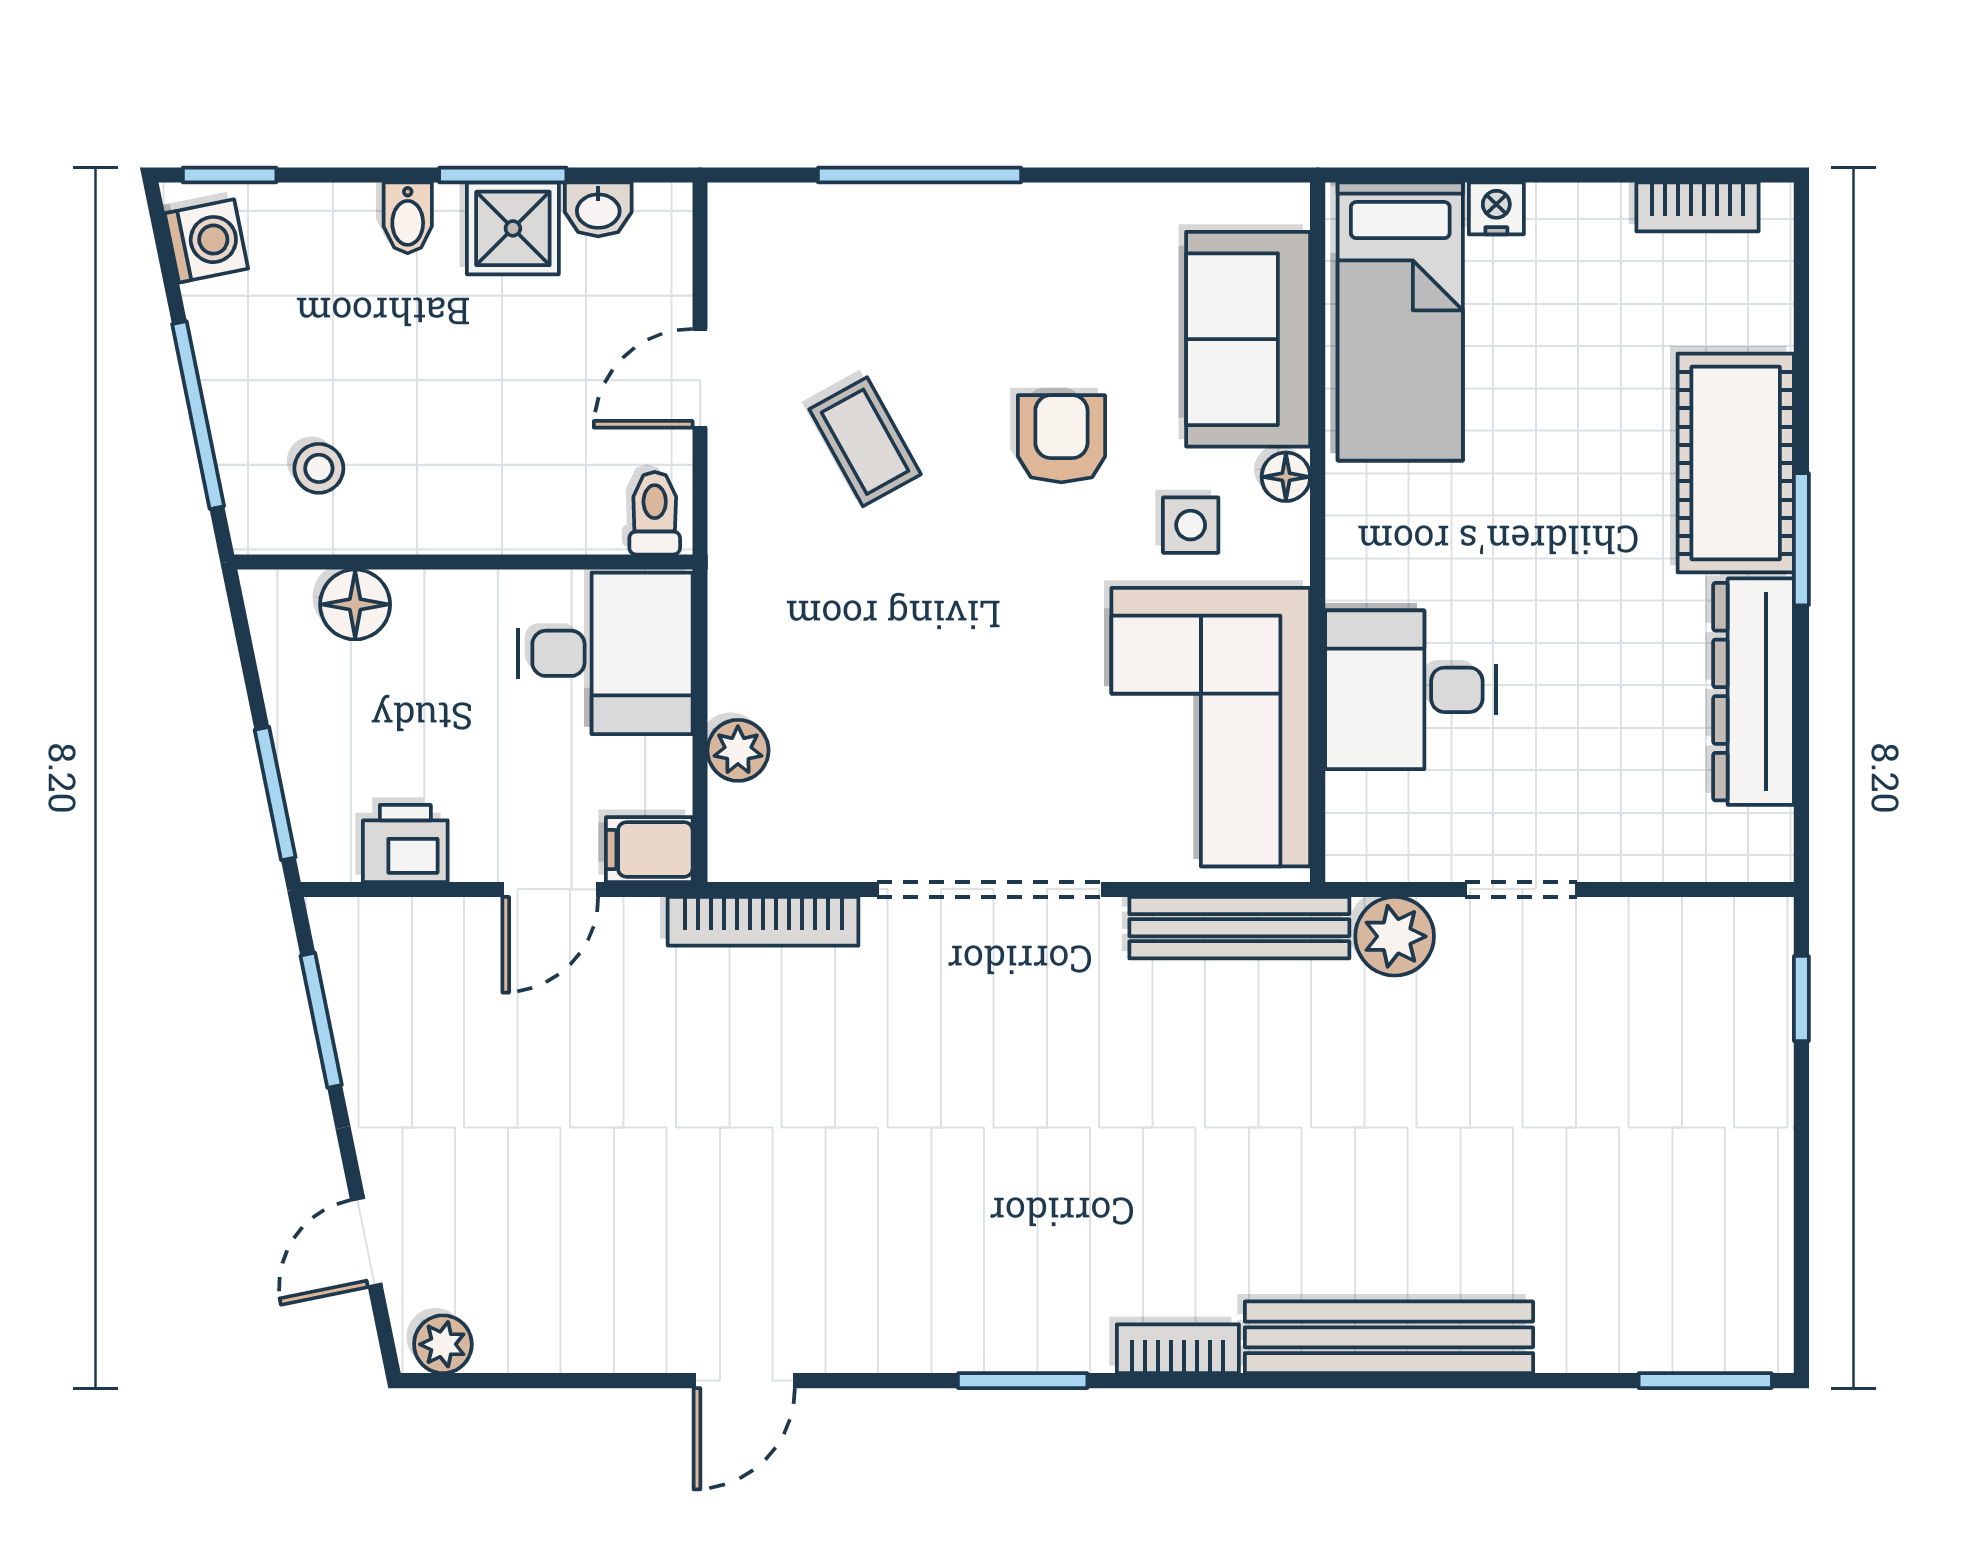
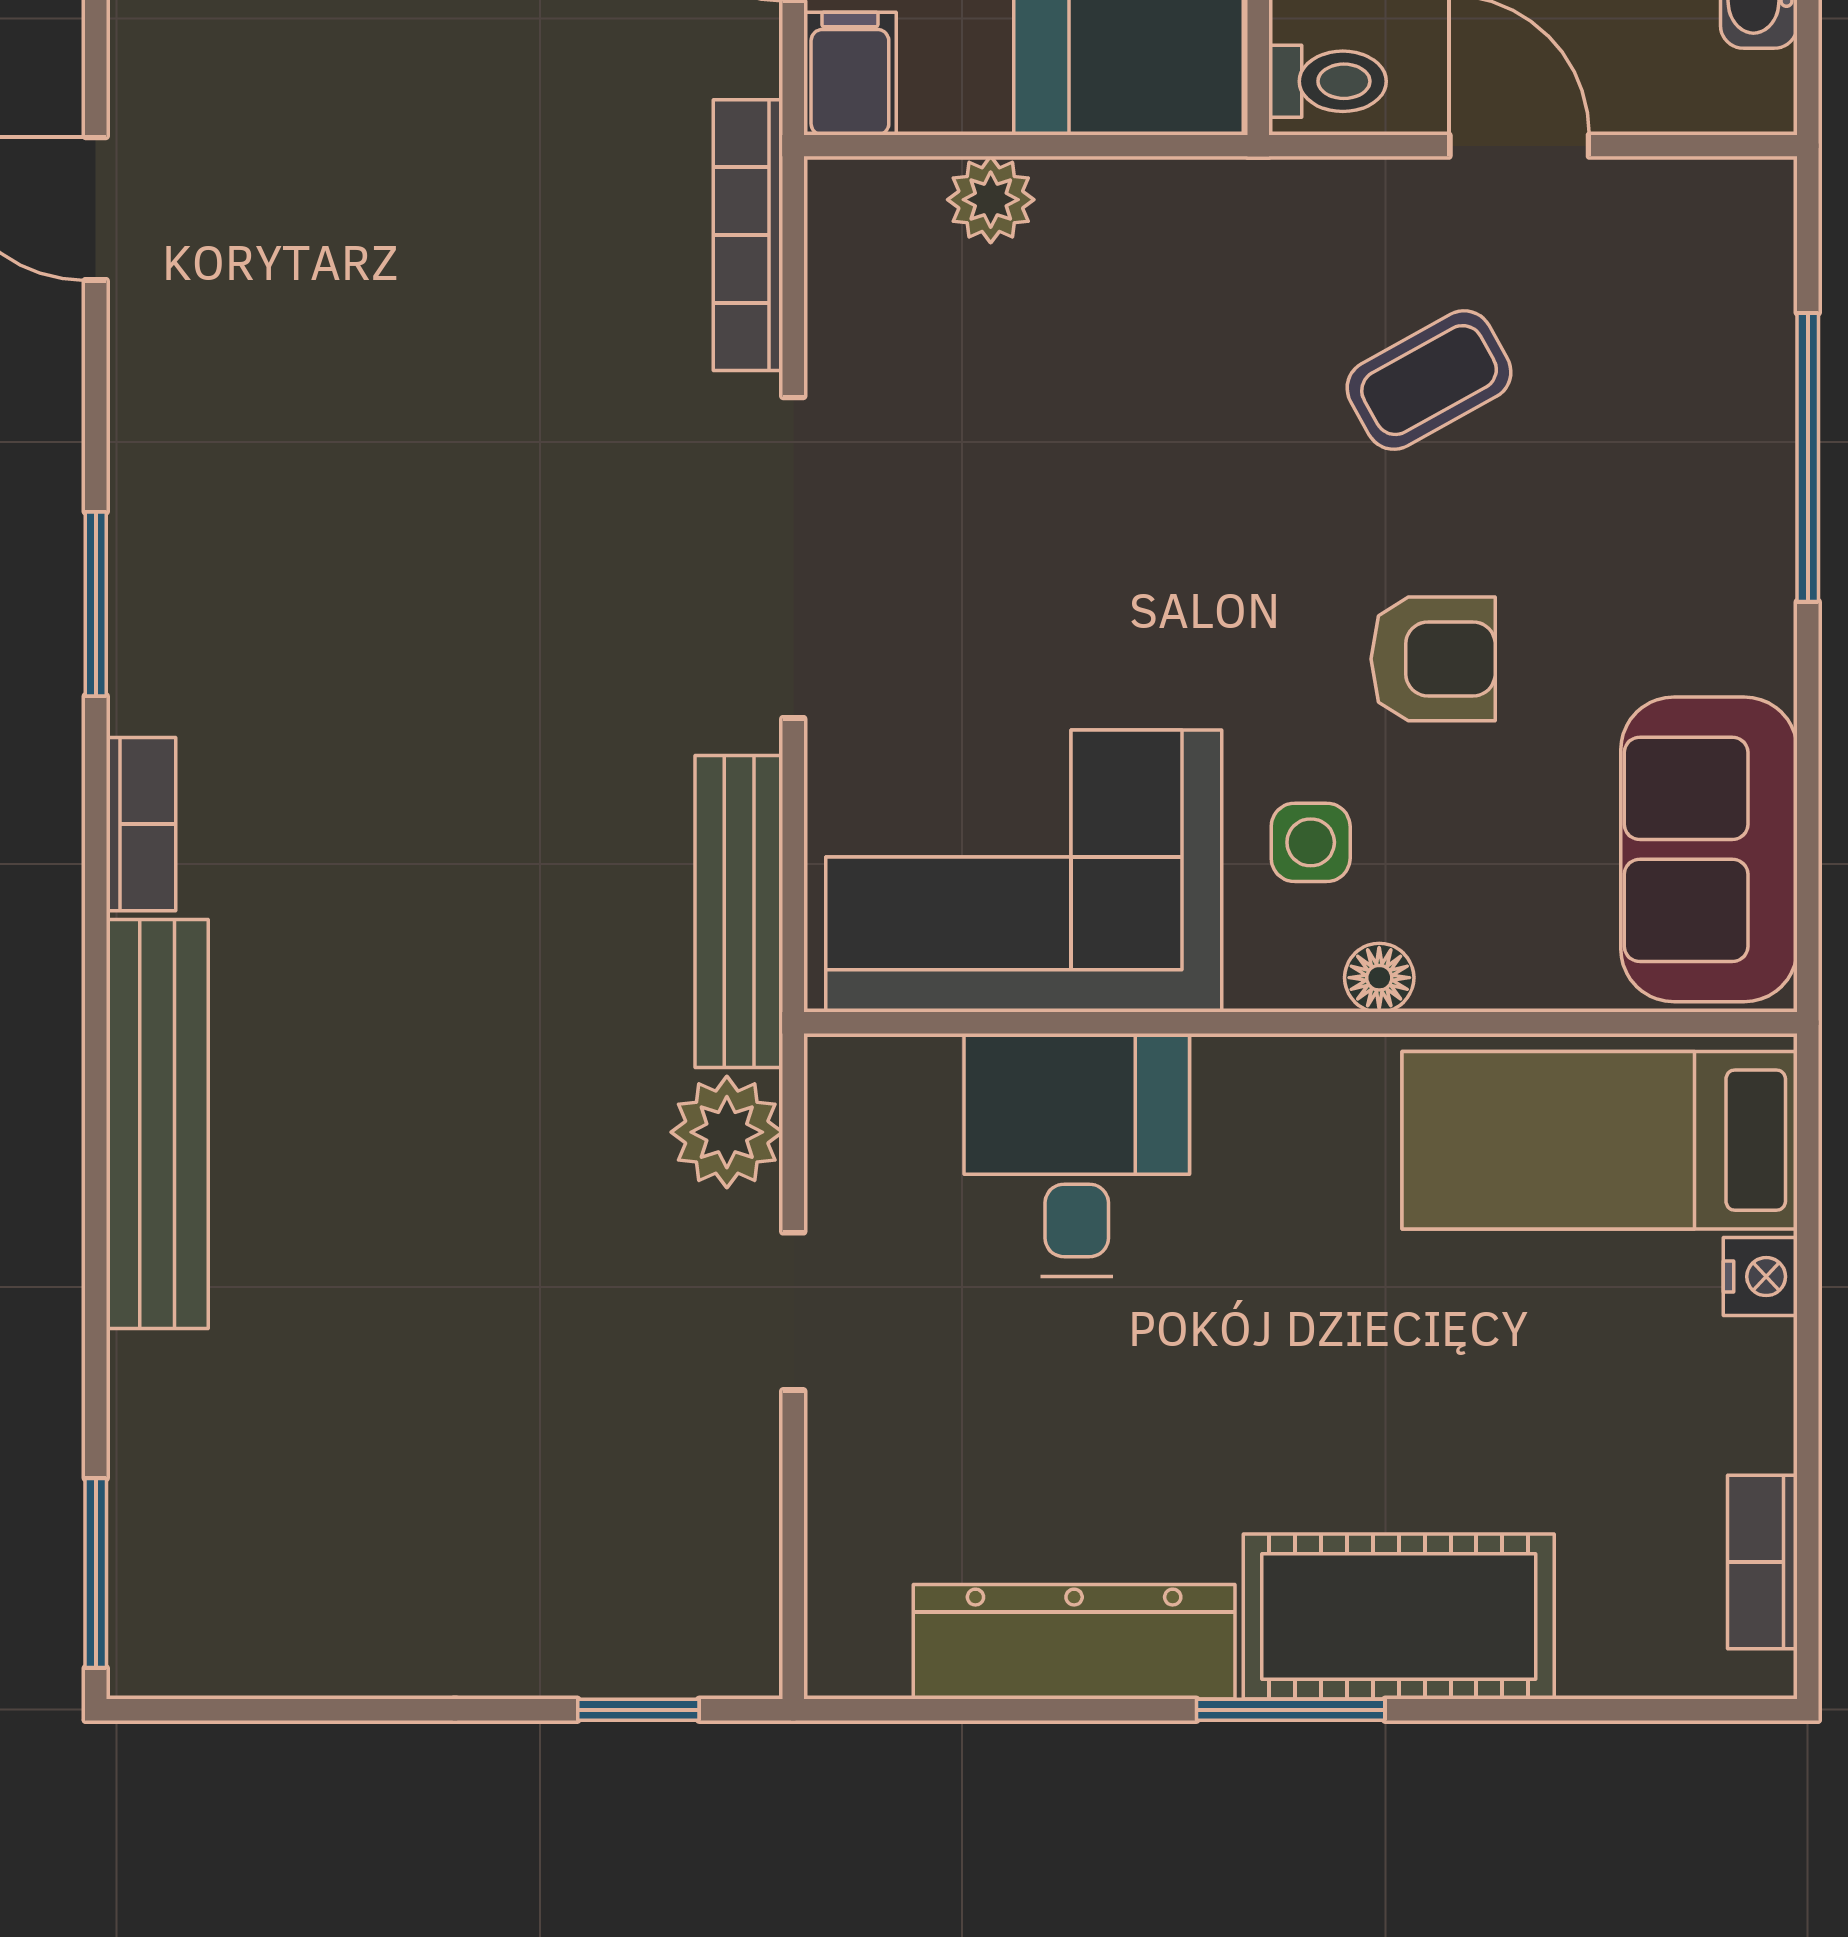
sofa: (1248, 339) -> (1709, 849), moved, turned -90

